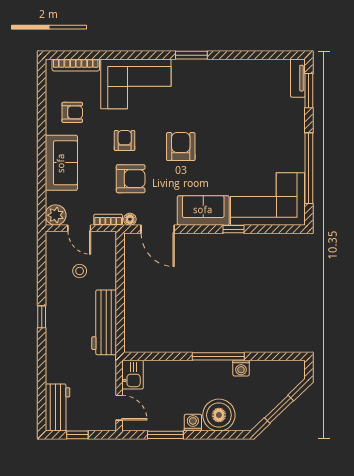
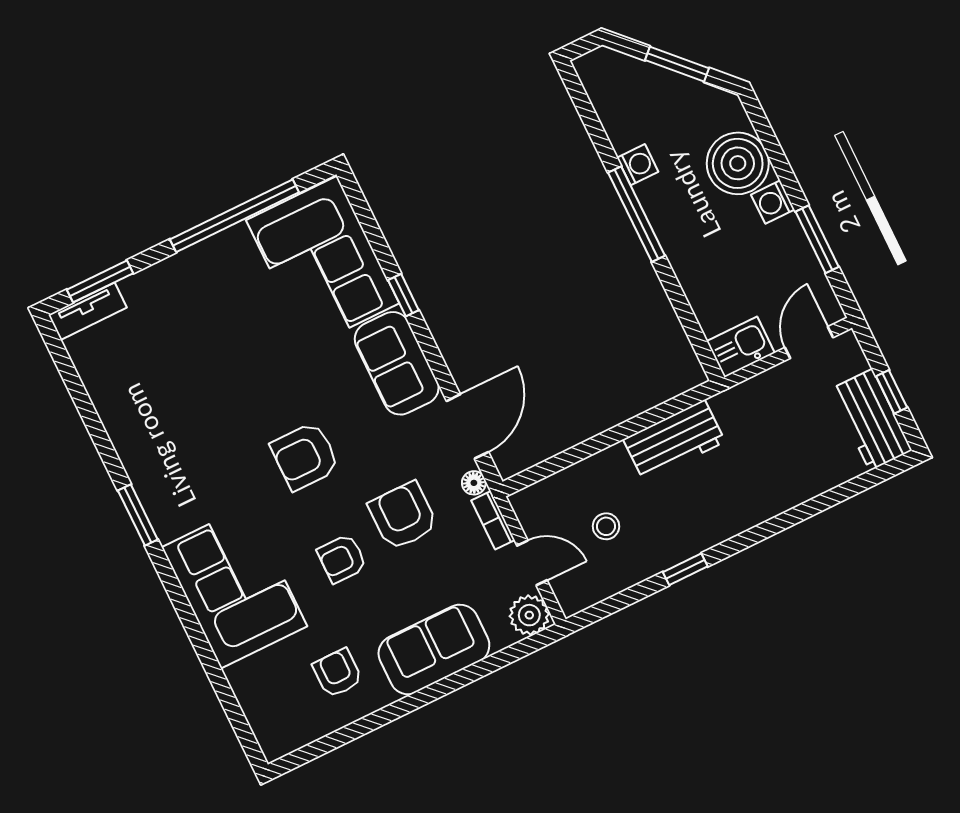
bookcase: (76, 65) -> (252, 707), removed
door: (79, 228) -> (532, 563), hinge flipped
window: (42, 317) -> (685, 569), moved
workbench: (104, 322) -> (674, 440), width x0.73
workbench: (57, 407) -> (871, 420), moved, turned -90

